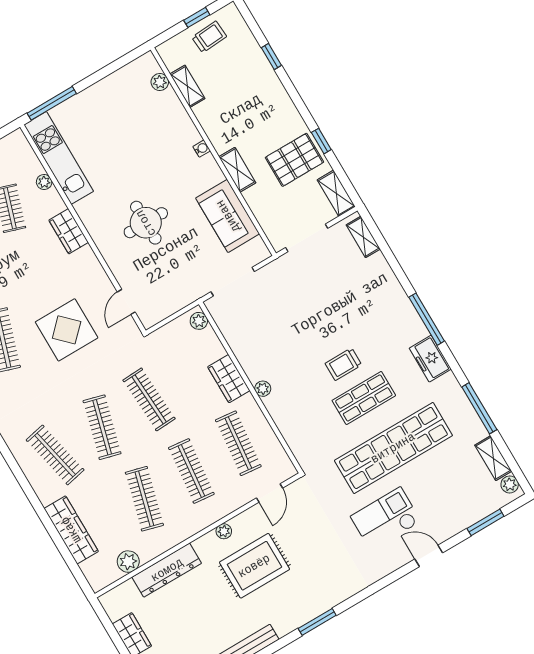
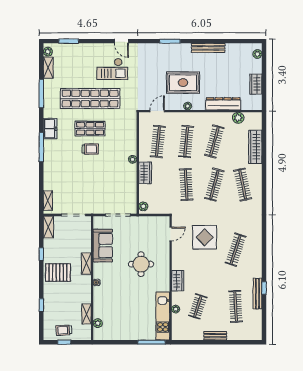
pallet: (294, 160) -> (58, 273), moved
door: (429, 556) -> (121, 41), moved

